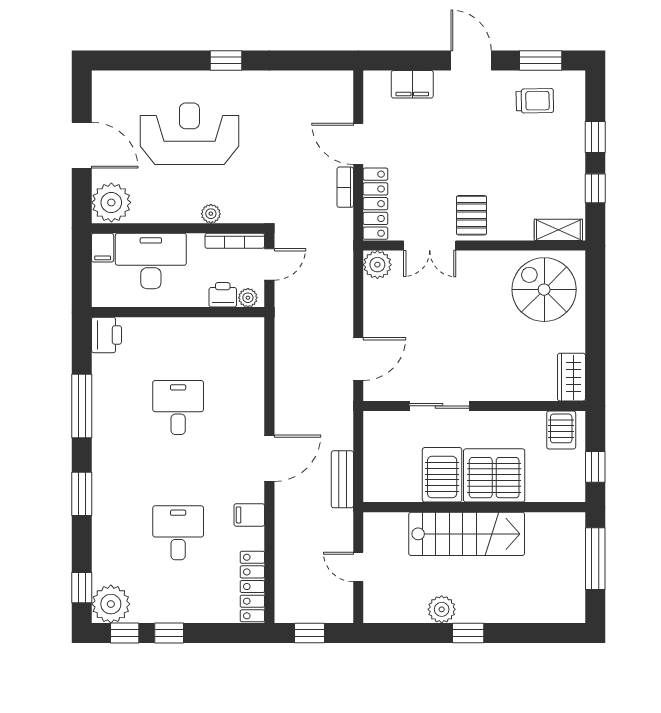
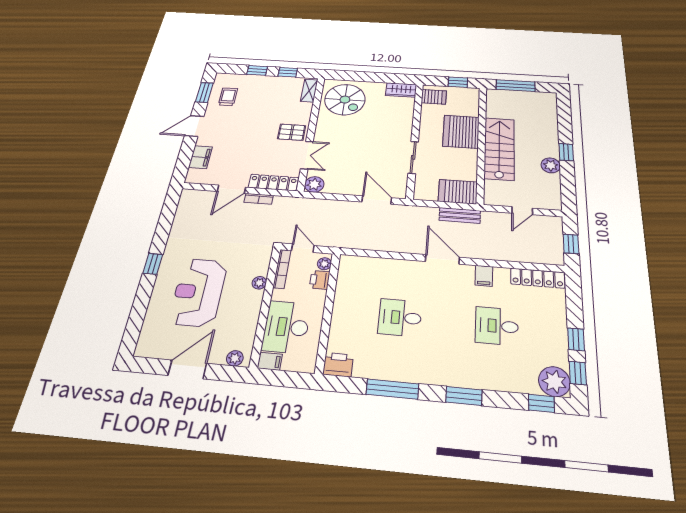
plant: (111, 202) -> (235, 358), width x0.53, depth x0.53
spiral stairs: (544, 290) -> (345, 100), turned -90
server rack: (442, 475) -> (458, 192), moved

